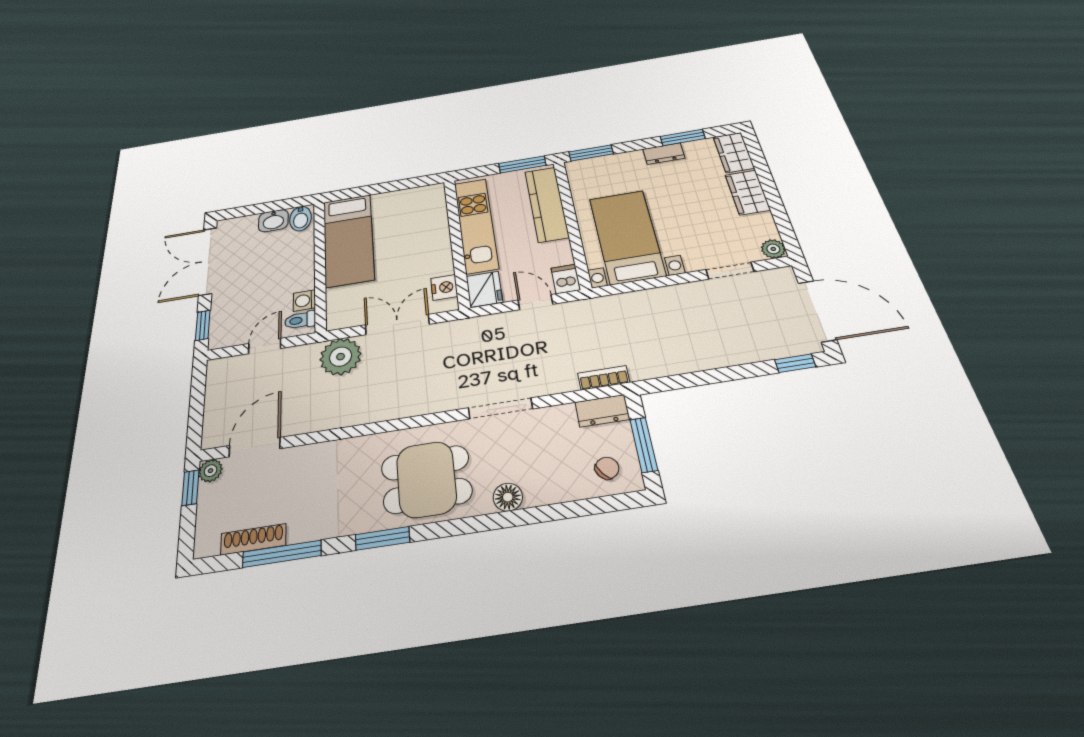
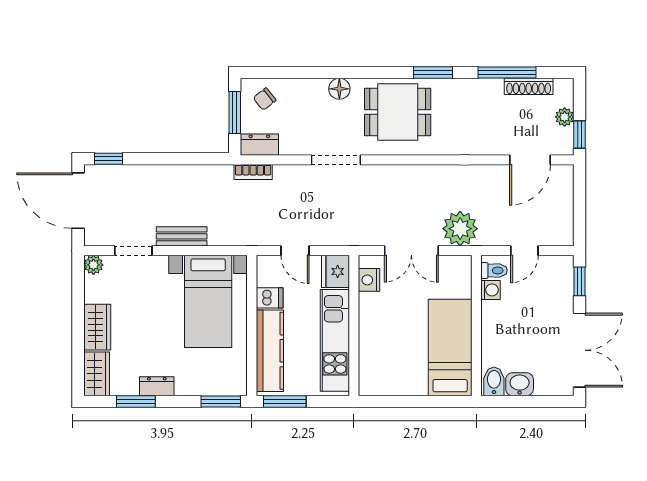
dishwasher: (566, 279) -> (270, 298), moved, turned -90
bench: (676, 294) -> (182, 236), added
plant: (211, 471) -> (565, 117), moved

